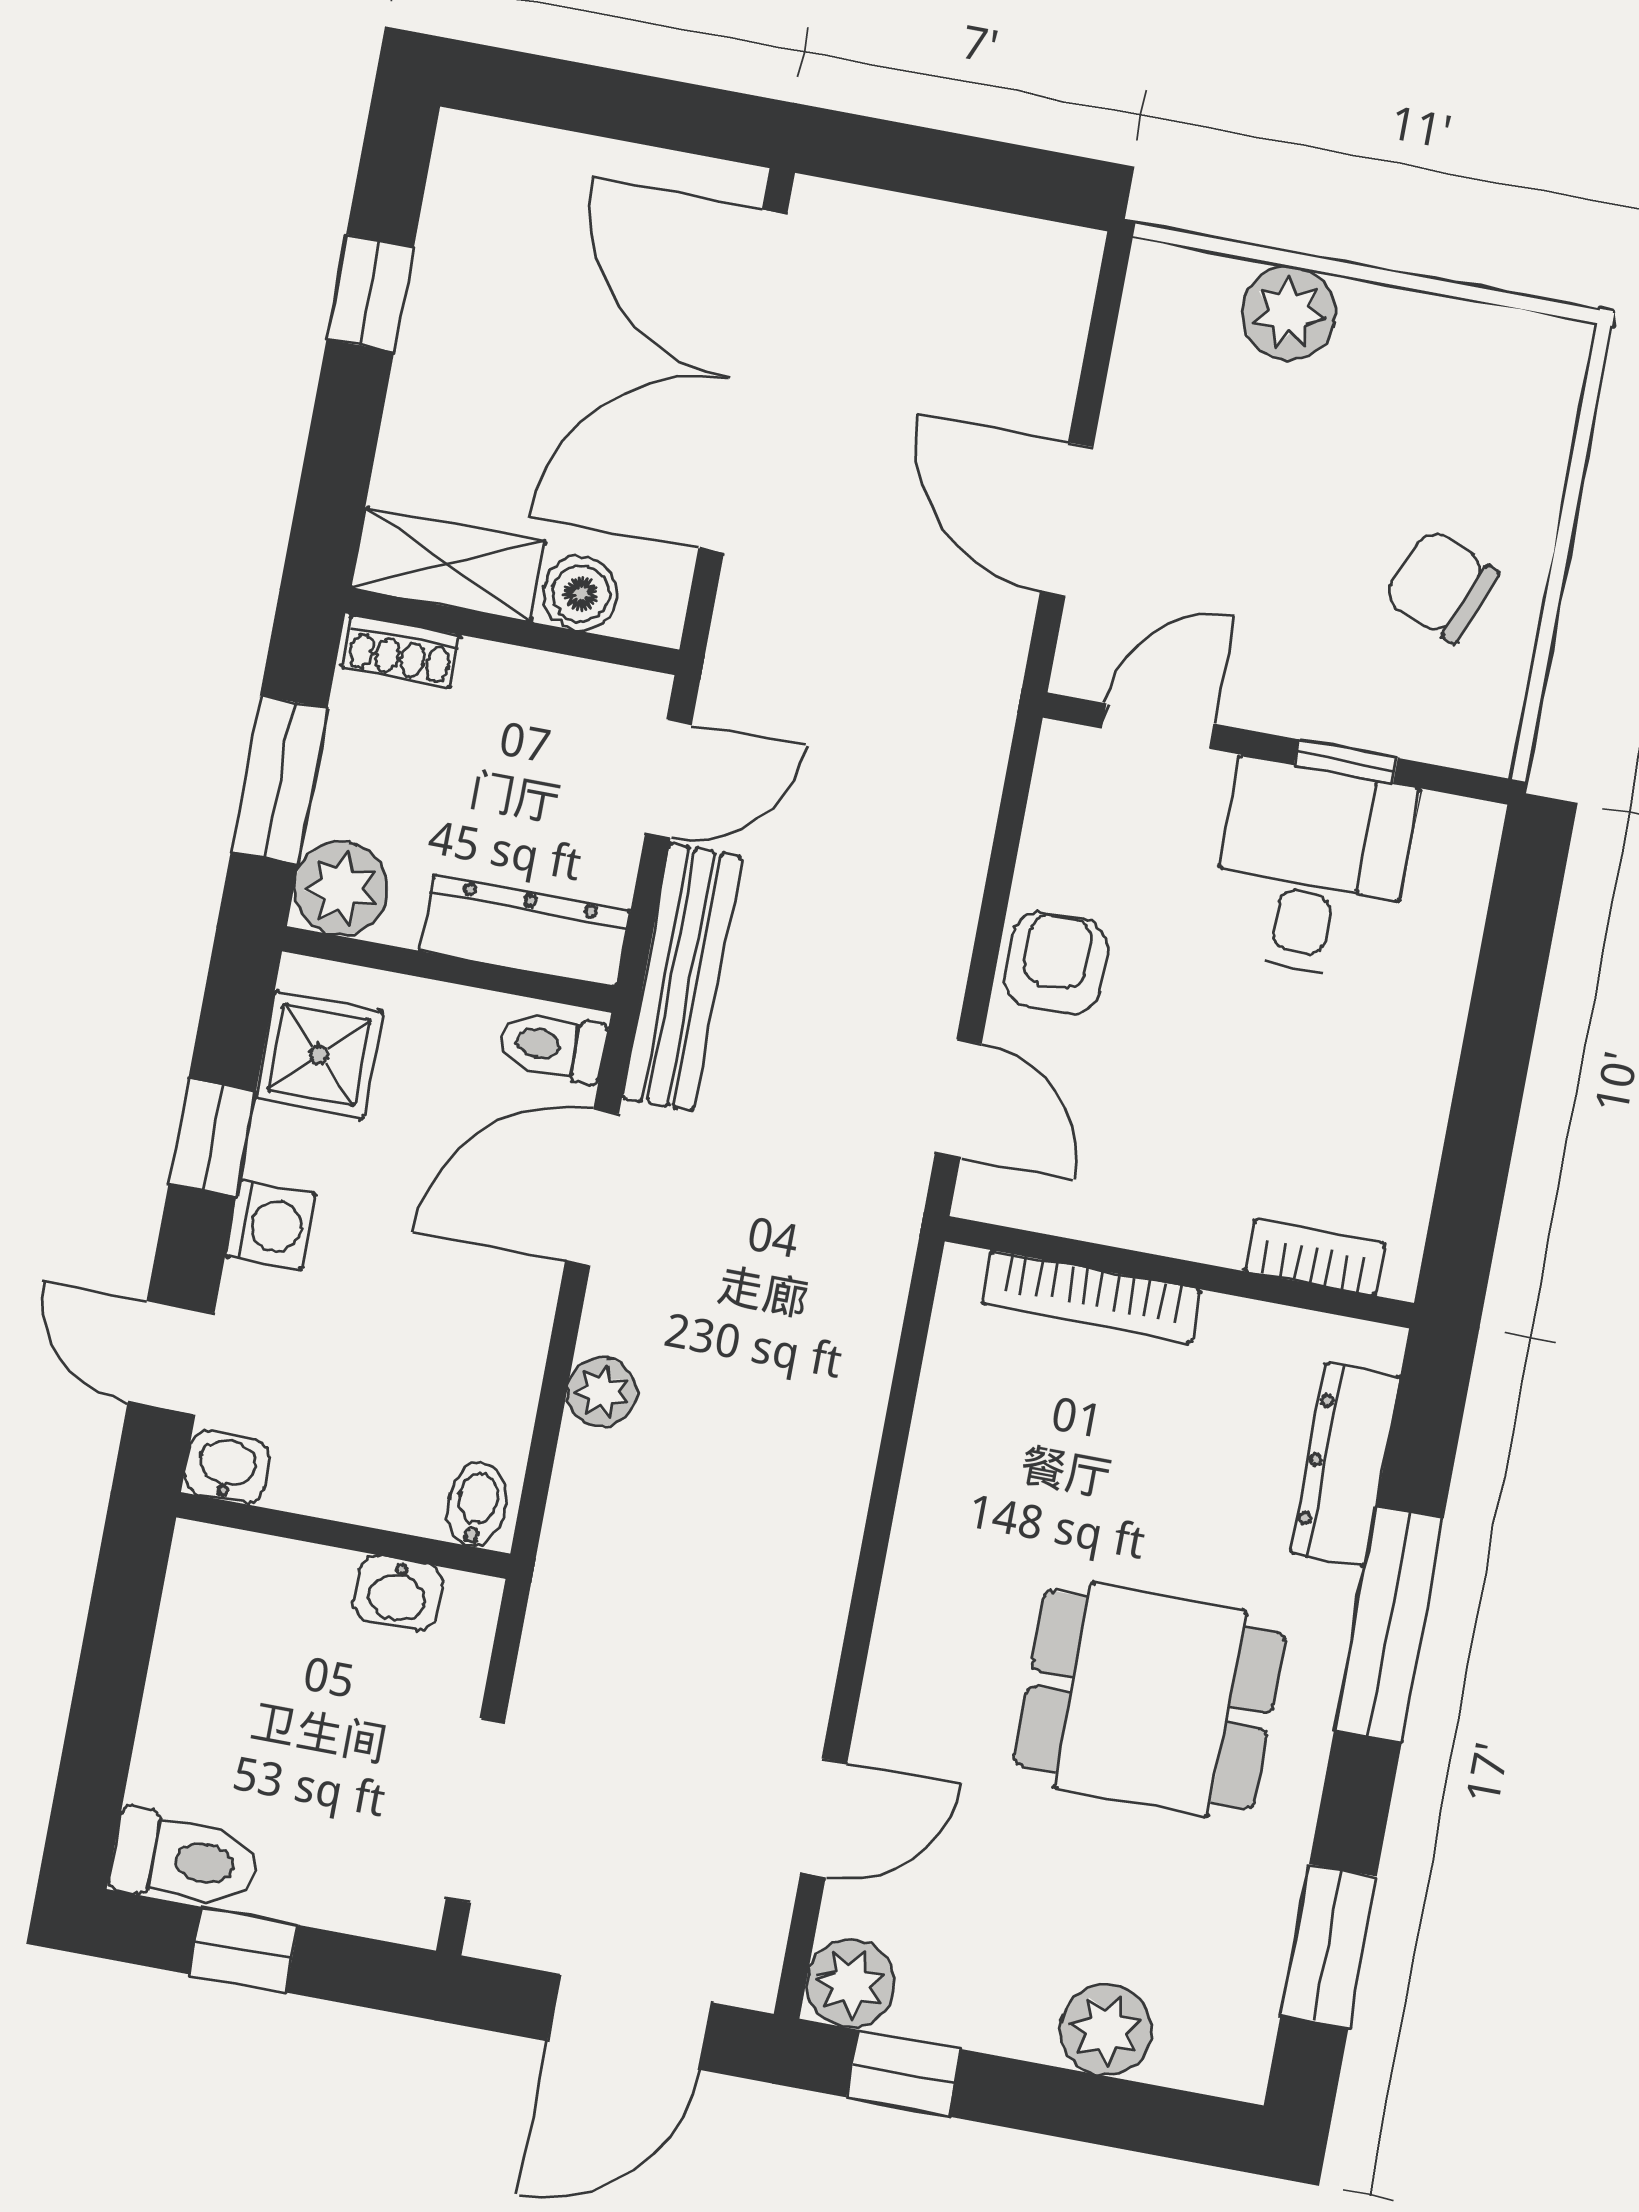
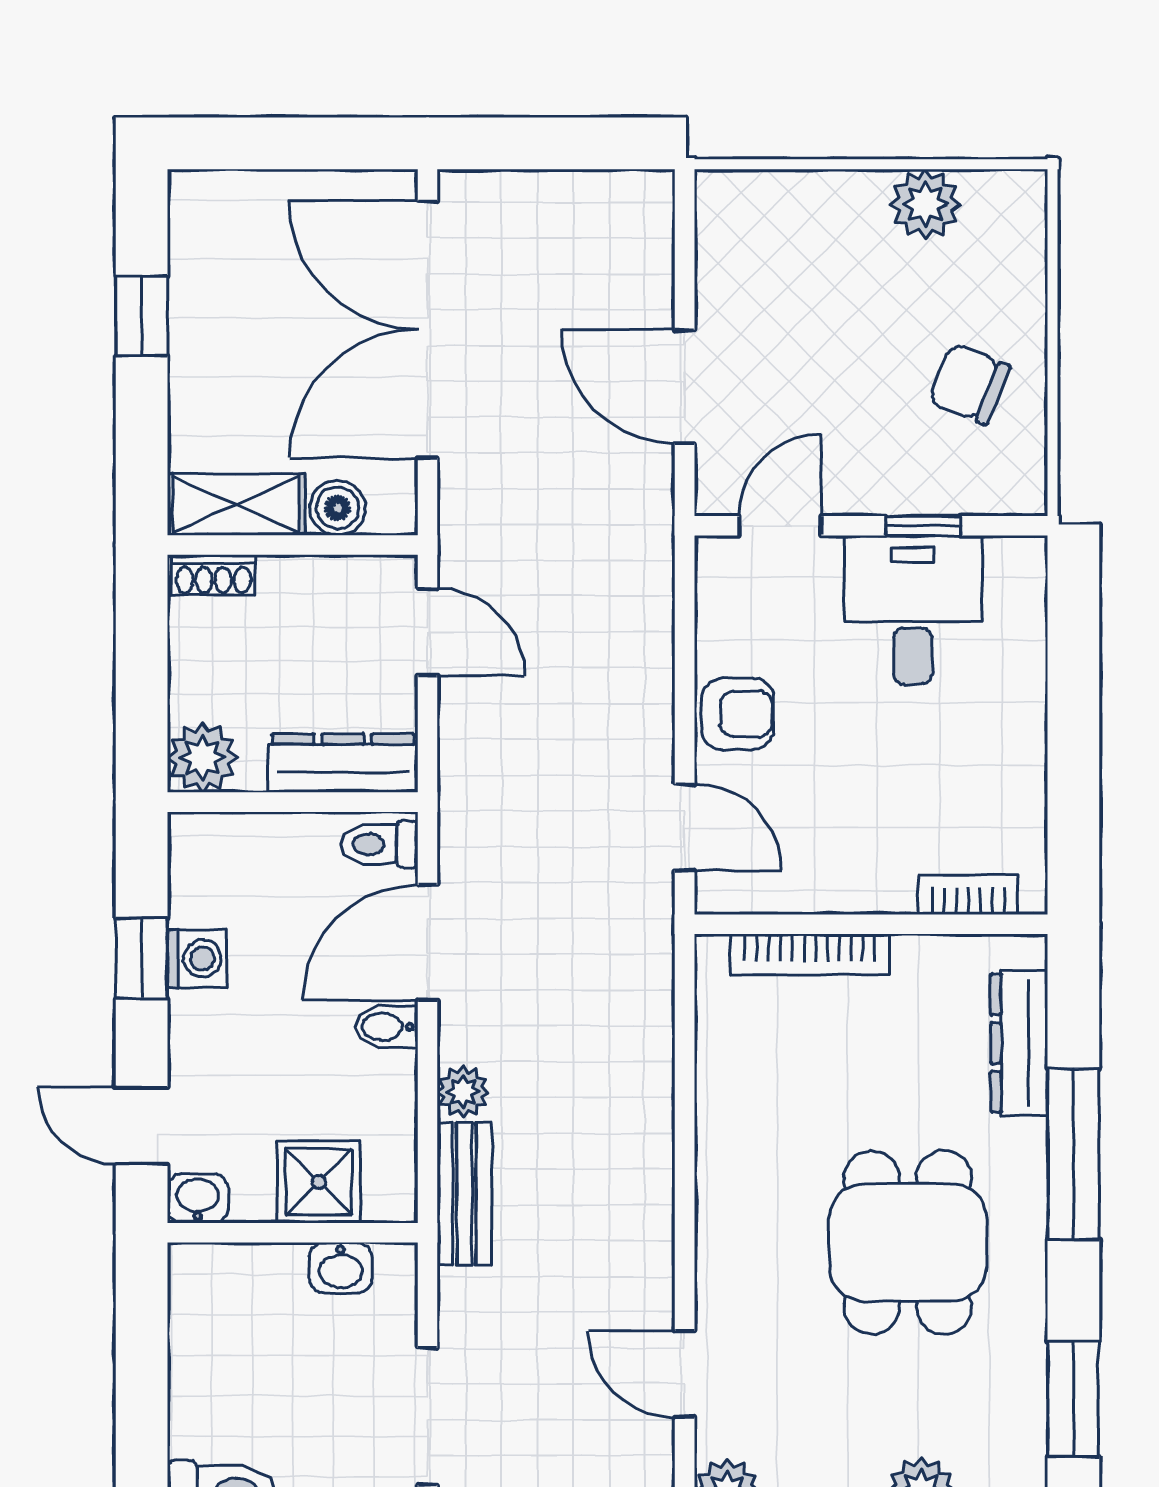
plant: (1289, 313) -> (925, 204), moved
door: (668, 779) -> (428, 632), hinge flipped
window: (279, 780) -> (142, 686), removed
armchair: (1056, 963) -> (738, 714), turned 90
bench: (681, 977) -> (464, 1194), moved, width x0.73
shower: (319, 1055) -> (319, 1182), moved
washing machine: (271, 1225) -> (196, 958), moved
bidet: (477, 1505) -> (386, 1027), moved, turned -90
dining table: (1150, 1700) -> (908, 1242), turned 90
door: (824, 1818) -> (685, 1374), swing flipped

